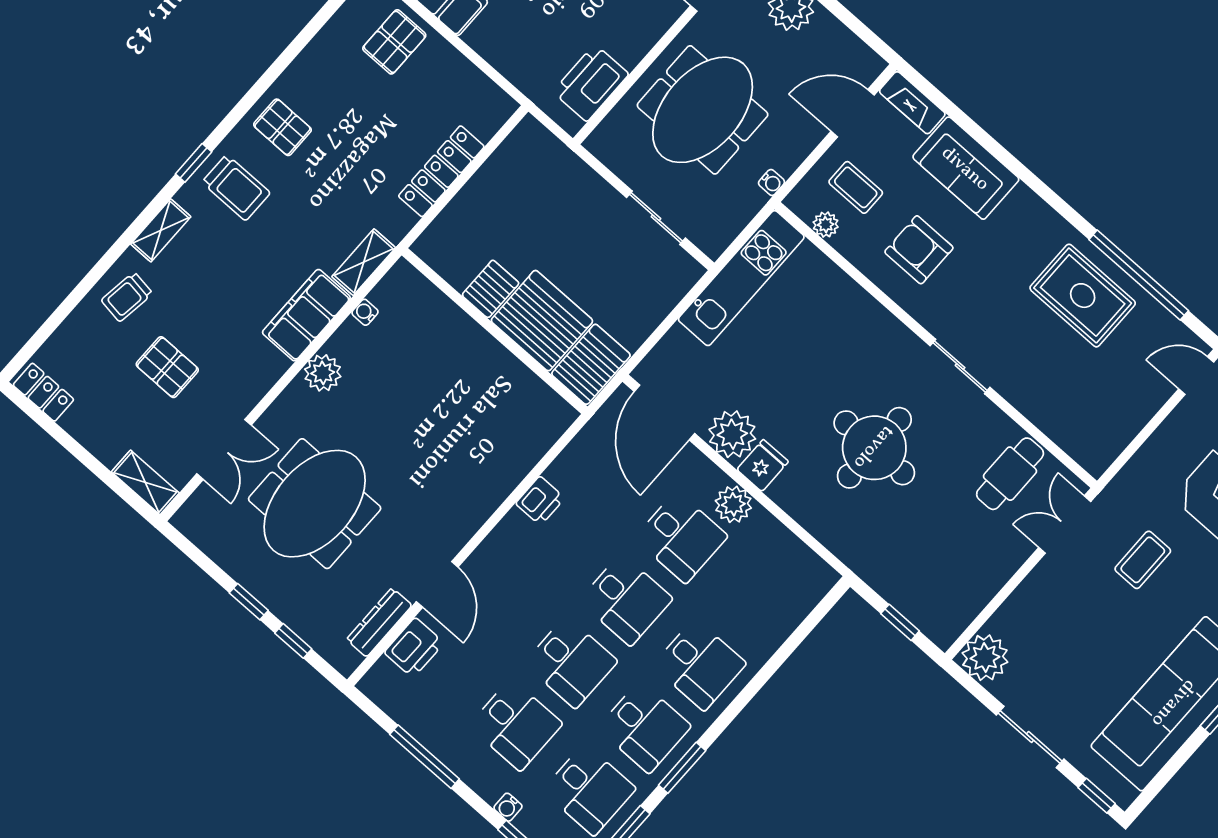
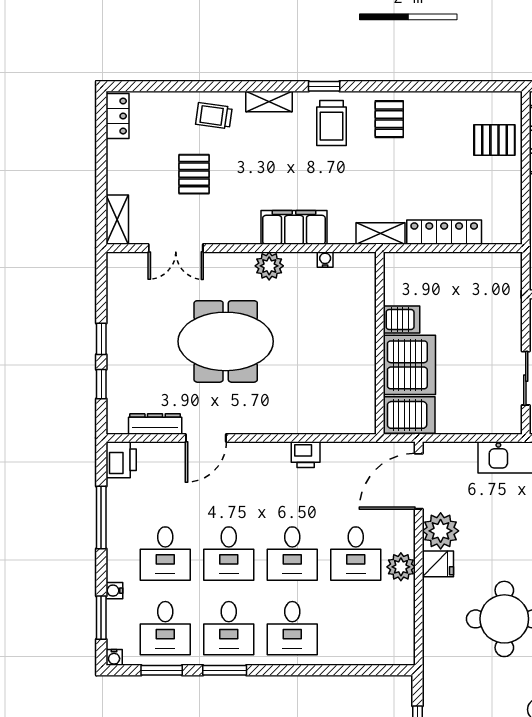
shelving: (364, 262) -> (381, 233), moved
meeting table: (315, 504) -> (226, 341), moved
printer: (414, 648) -> (121, 460), moved, turned -90

